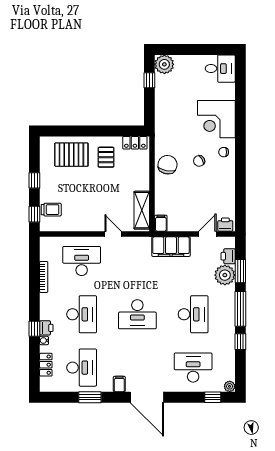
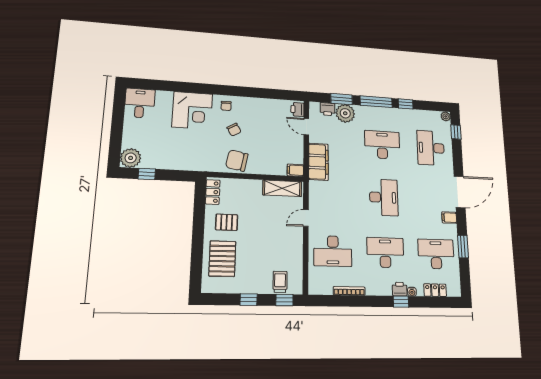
desk: (82, 261) -> (333, 251), turned -90

